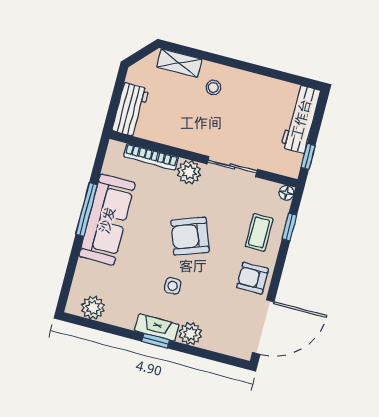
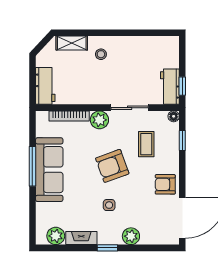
workbench: (301, 119) -> (170, 87), moved, width x0.73
coffee table: (259, 232) -> (146, 144), moved
fireplace: (157, 328) -> (81, 238), moved

